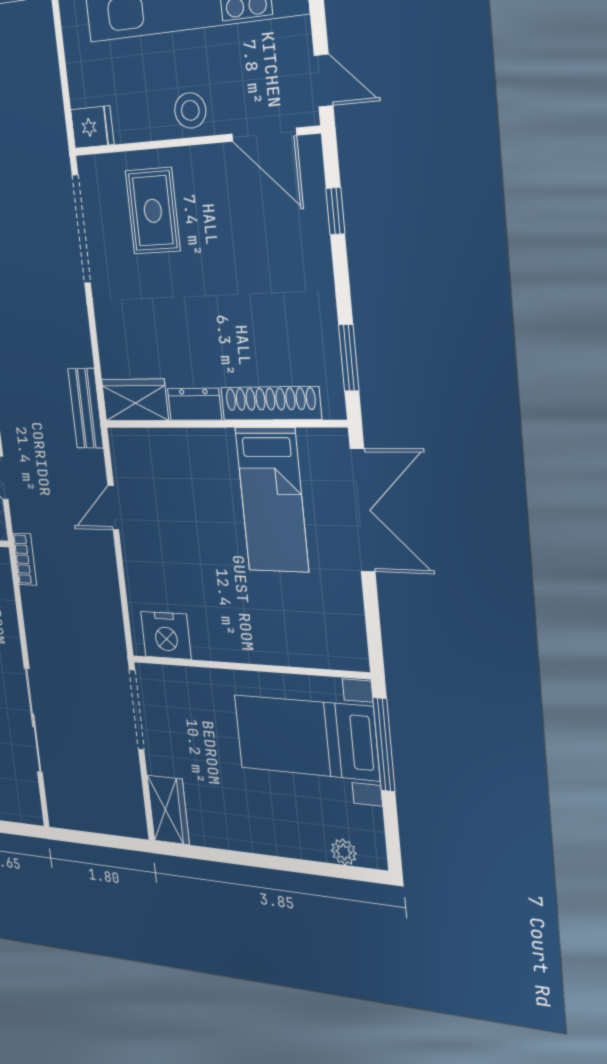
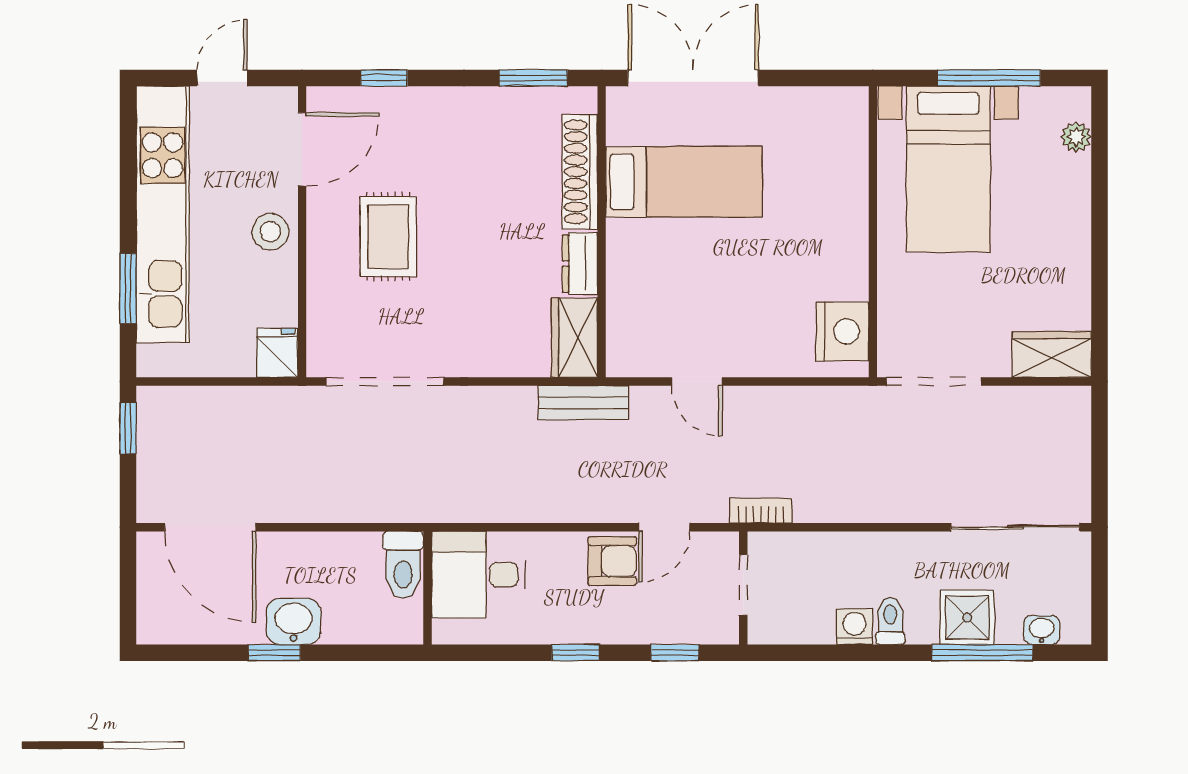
door: (324, 81) -> (222, 78), moved
rug: (153, 211) -> (388, 237), moved, turned 90
sliding door: (33, 721) -> (1015, 527), moved
window: (384, 745) -> (989, 78), moved

